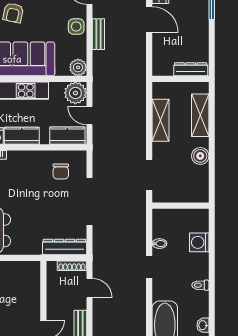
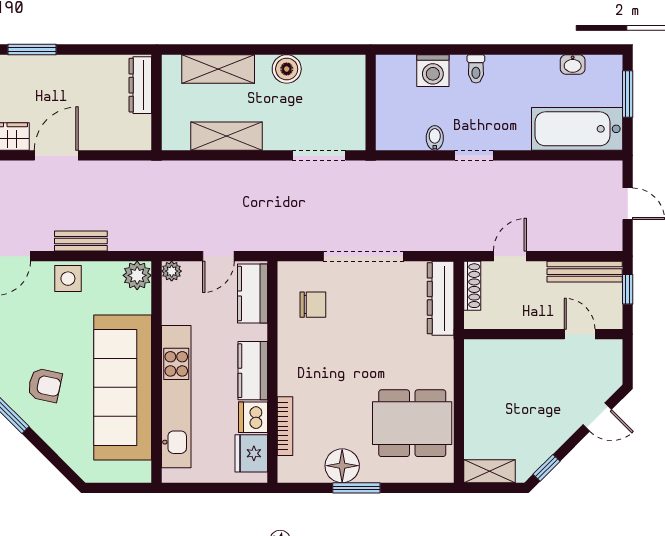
plant: (75, 93) -> (172, 271), width x0.53, depth x0.53
toilet: (200, 285) -> (476, 69), moved

